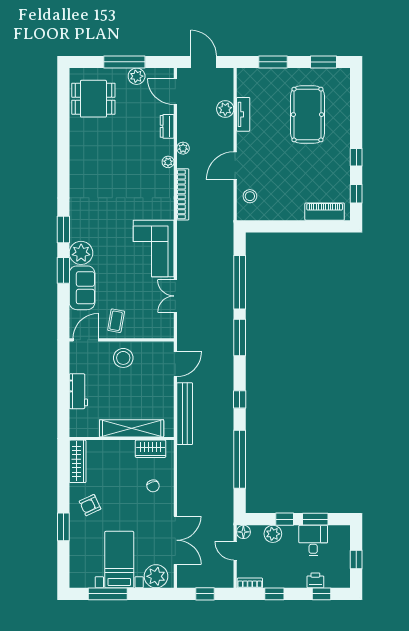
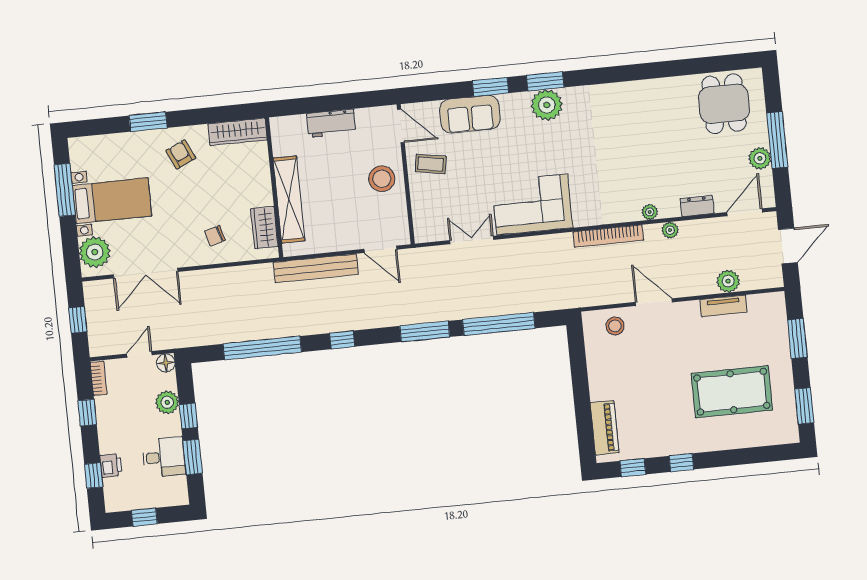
plant: (81, 253) -> (547, 105), moved

